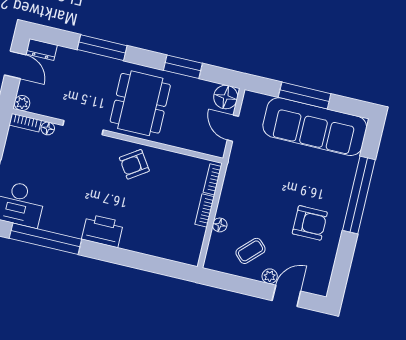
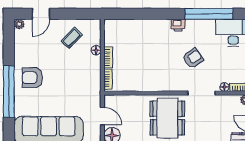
armchair: (134, 164) -> (193, 58), moved
armchair: (310, 223) -> (32, 78), moved
printer: (103, 231) -> (178, 25), width x0.53, depth x0.68
plant: (270, 276) -> (19, 24), moved

